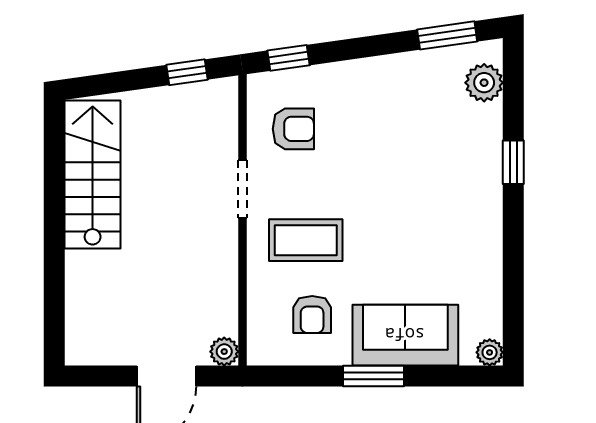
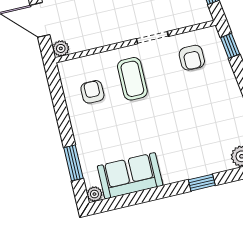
armchair: (312, 314) -> (92, 92), turned 90
sofa: (405, 335) -> (130, 176), moved, turned -90
window: (373, 376) -> (73, 163), moved

